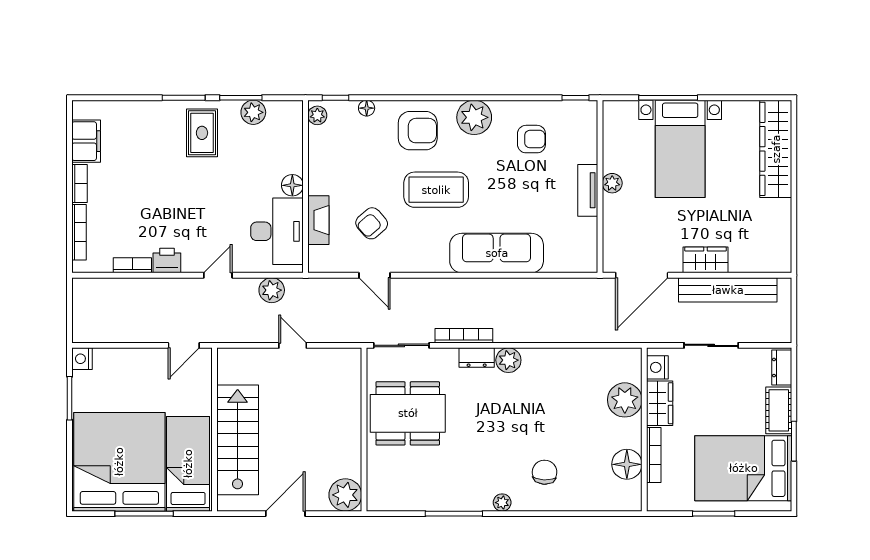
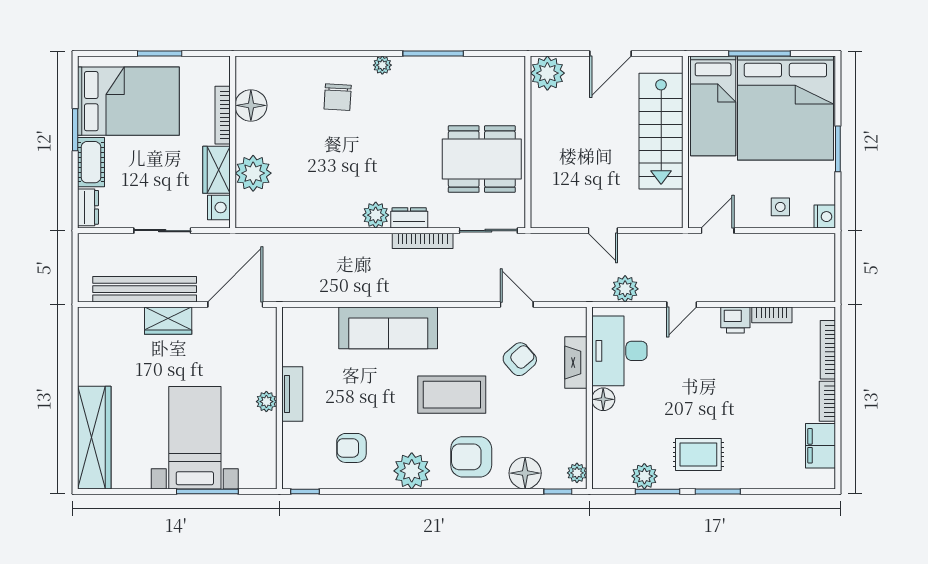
floor lamp: (367, 108) -> (525, 473), width x1.89, depth x1.89
rug: (202, 133) -> (698, 455), turned 90
side table: (124, 368) -> (780, 207), added
window: (70, 398) -> (838, 149), moved

